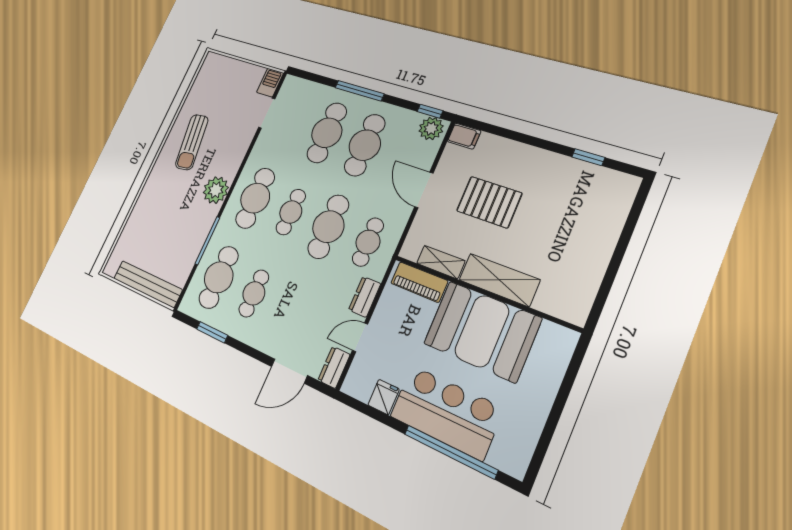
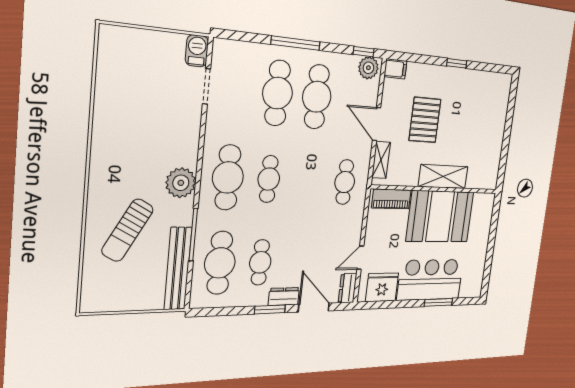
sun lounger: (192, 142) -> (128, 230), moved, turned 37
window: (588, 157) -> (457, 63), moved
pallet: (489, 202) -> (425, 120), turned 90
cafe table: (328, 227) -> (308, 181), removed
shelving: (441, 262) -> (381, 160), moved, turned 90
bench: (148, 284) -> (178, 269), moved, turned 90
dresser: (365, 297) -> (284, 296), moved, turned 90
window: (212, 332) -> (270, 309), moved
door: (289, 371) -> (314, 308), swing flipped
fridge: (384, 397) -> (382, 287), width x1.88, depth x1.34
window: (450, 452) -> (438, 302), width x0.47

